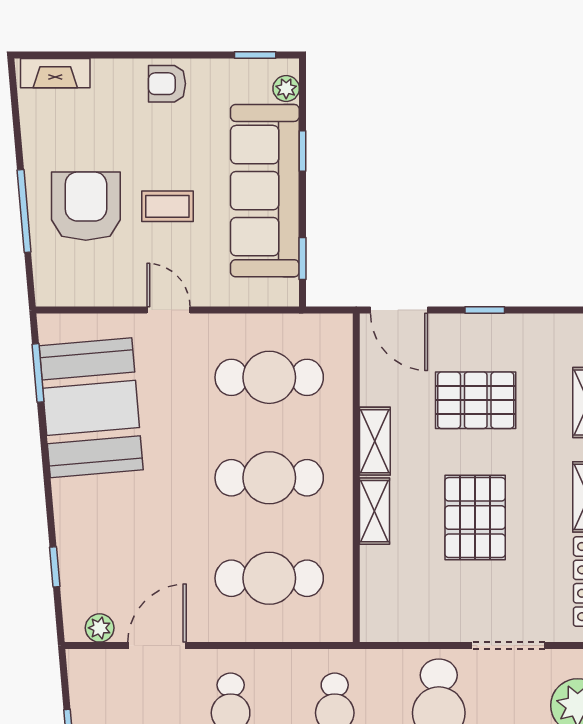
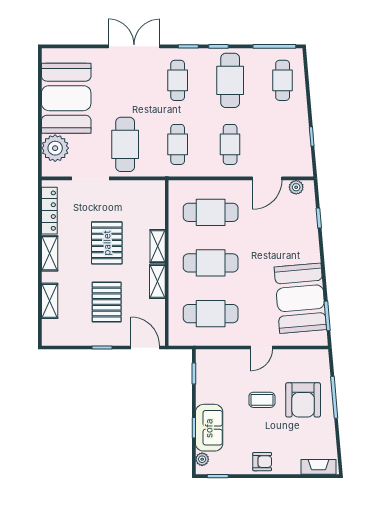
sofa: (265, 191) -> (209, 428), width x0.54, depth x0.79
door: (168, 310) -> (261, 348), hinge flipped
pallet: (476, 400) -> (107, 302), turned 90

